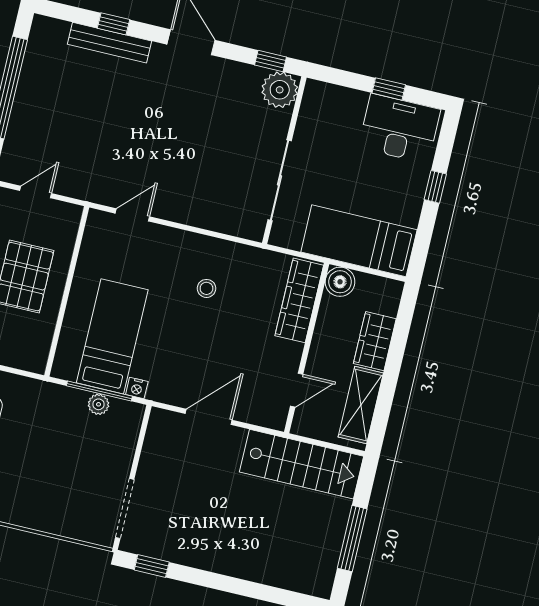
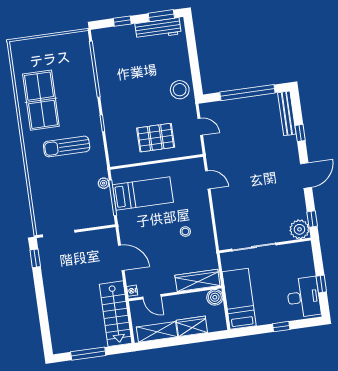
bench: (109, 43) -> (287, 113), moved
nightstand: (137, 388) -> (132, 291), moved
plant: (99, 404) -> (104, 183), moved

